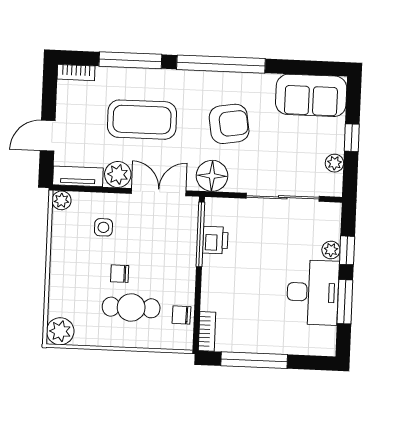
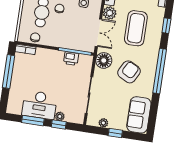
window: (130, 60) -> (166, 26), width x0.46
armchair: (229, 124) -> (129, 72), turned -143

